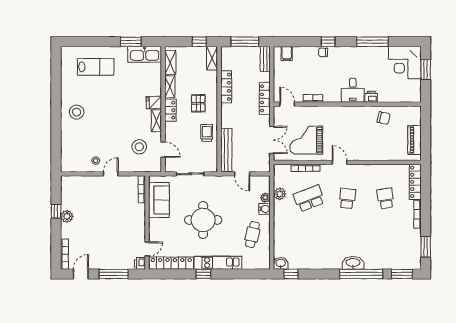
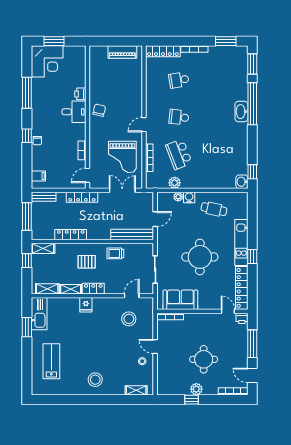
chair: (384, 118) -> (99, 110), moved
shelving: (156, 121) -> (136, 390), moved
round table: (98, 224) -> (204, 359), added

